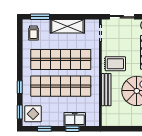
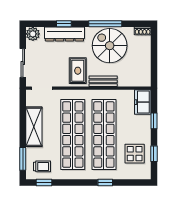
bench: (106, 90) -> (103, 81), width x0.73
window: (20, 112) -> (44, 183), moved
display table: (33, 114) -> (135, 154), moved
freezer: (75, 119) -> (143, 102), moved

